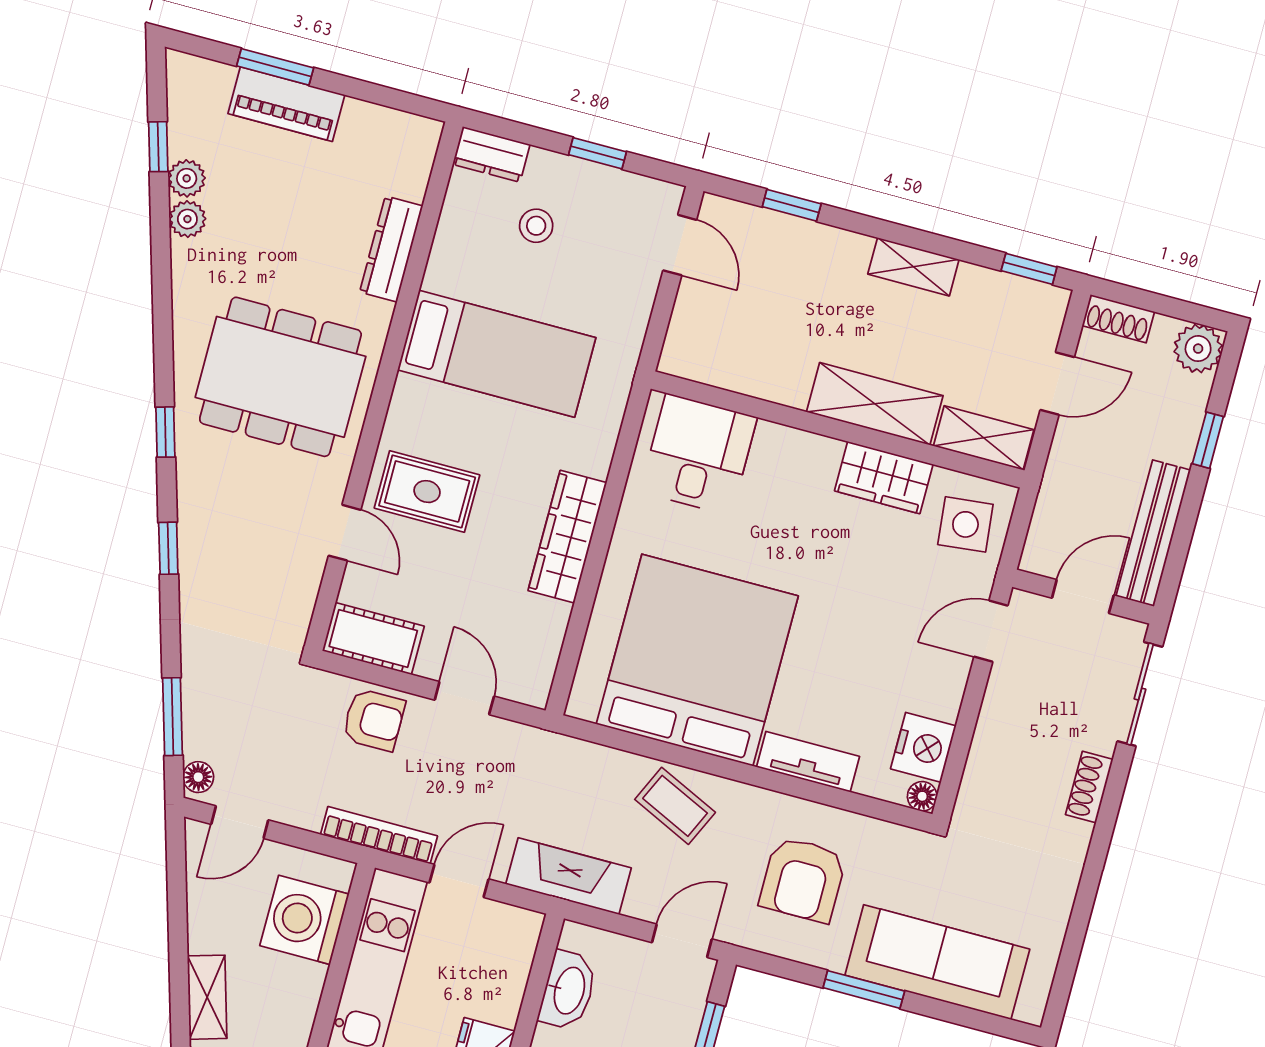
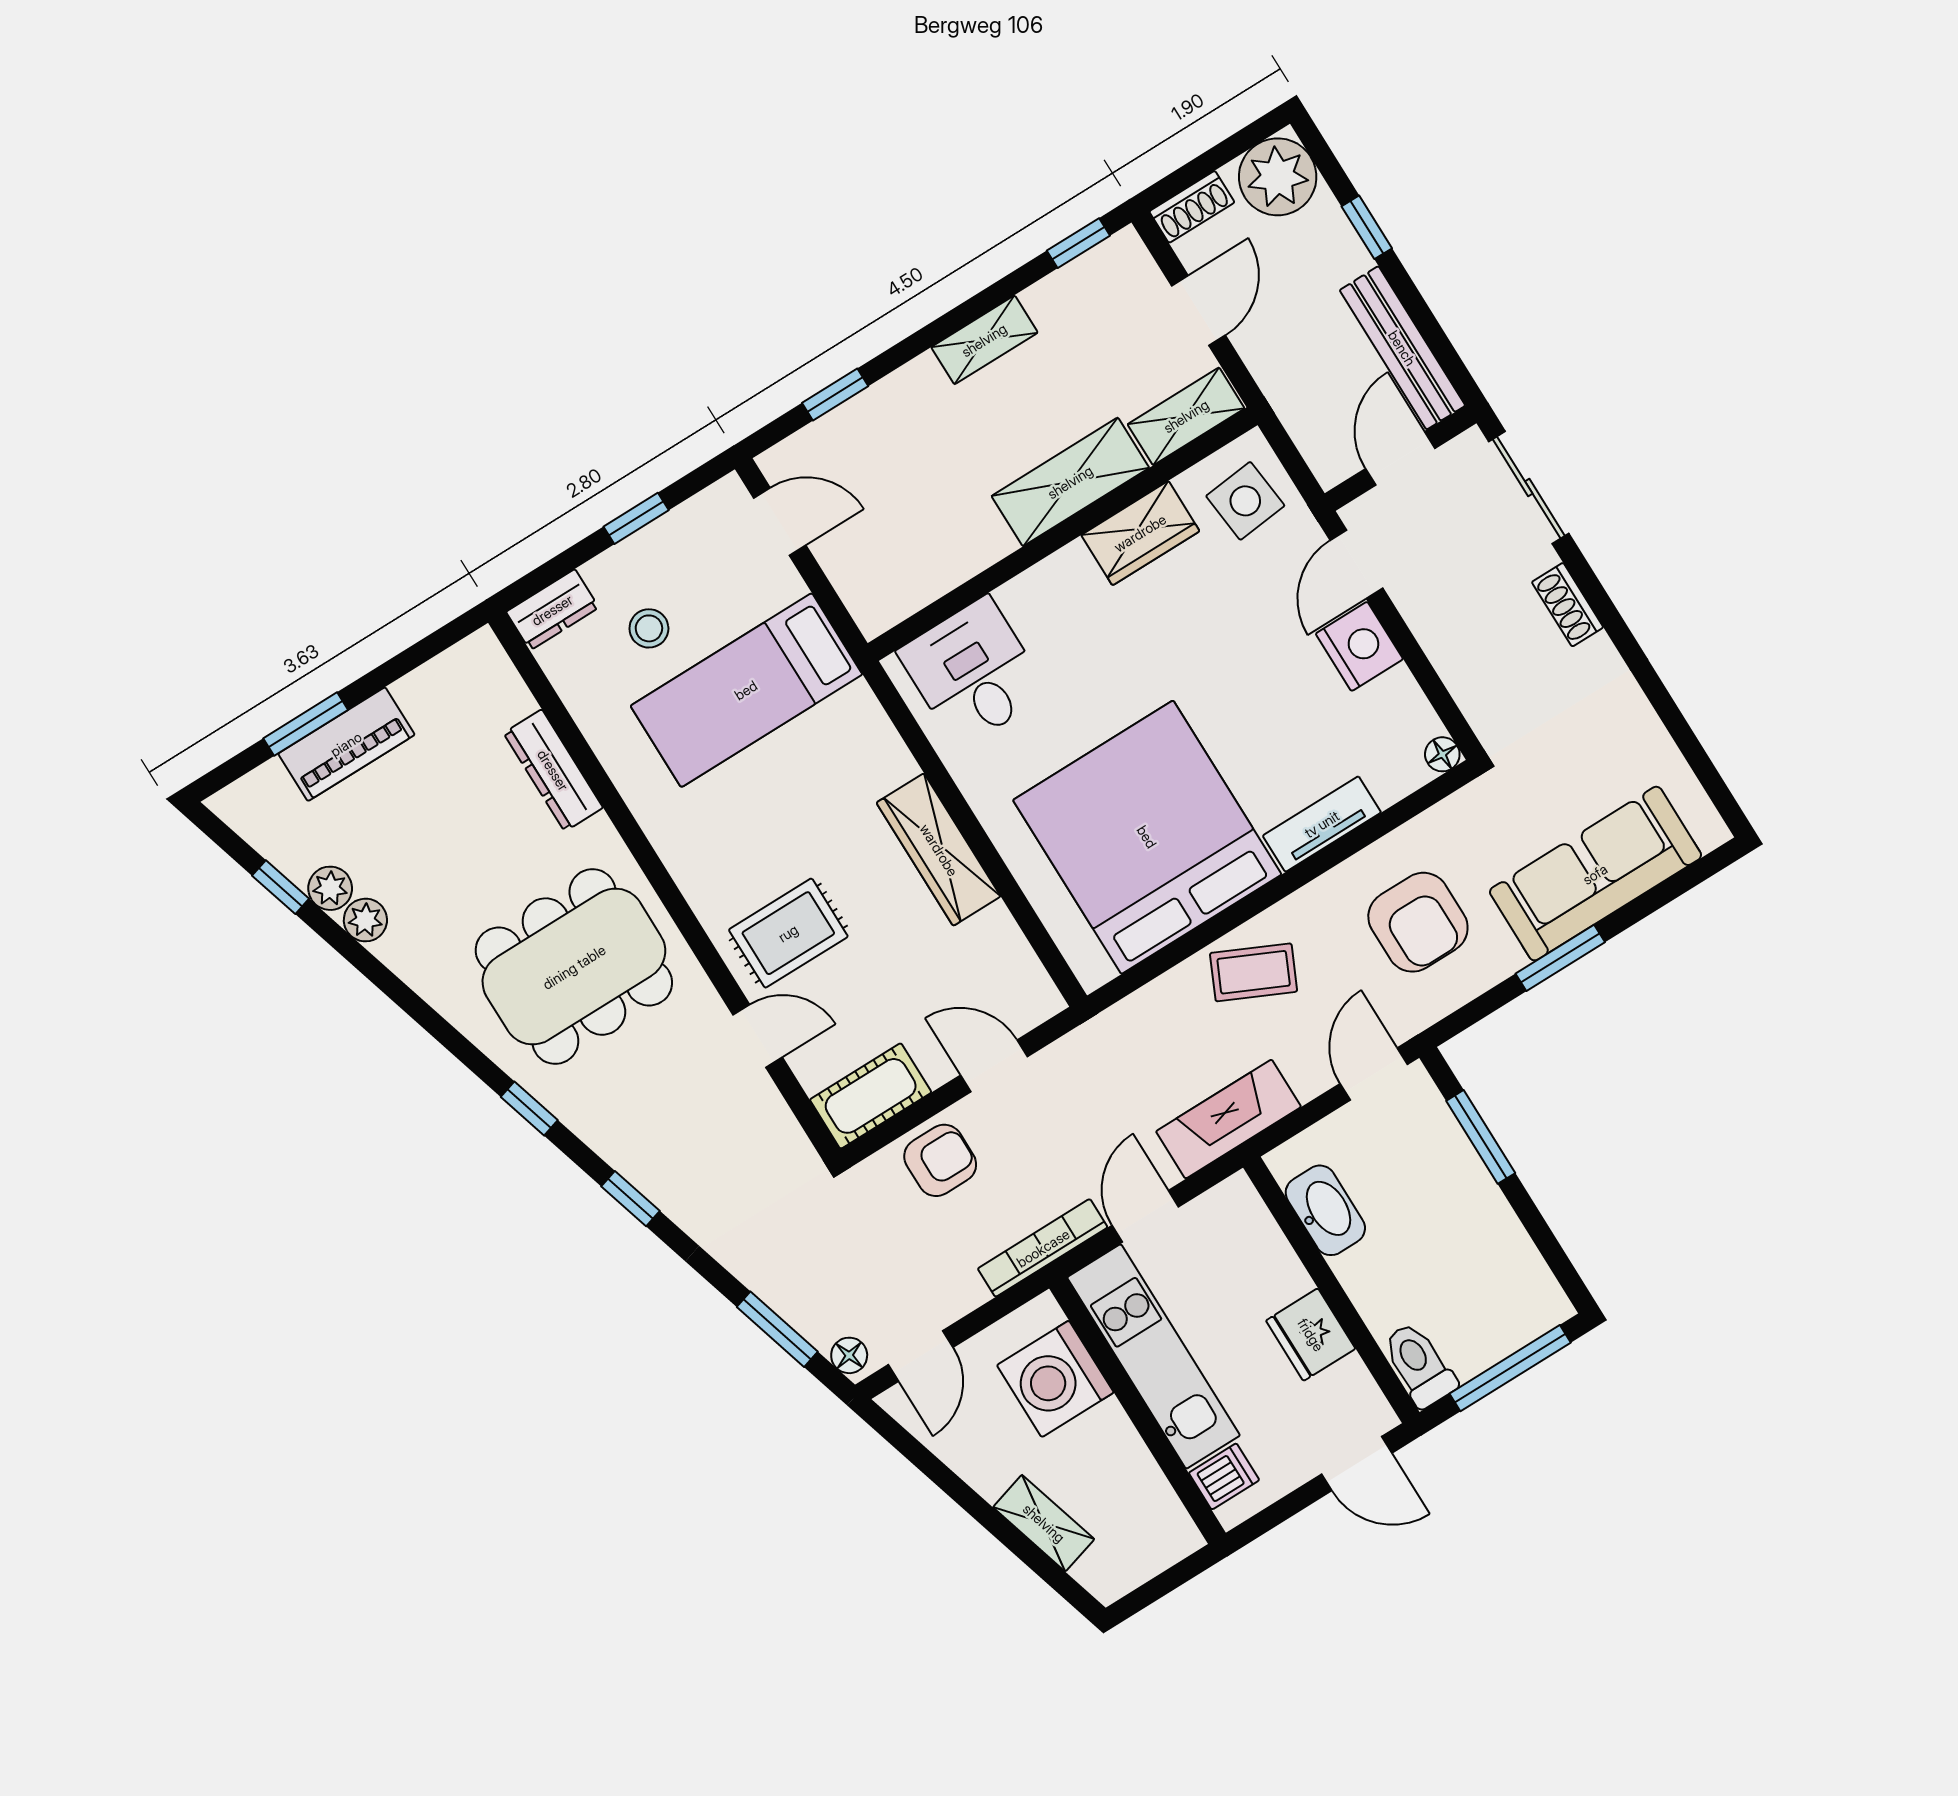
plant: (1198, 349) -> (1278, 177), width x1.36, depth x1.36
bed: (497, 354) -> (746, 690), moved, turned 180
nightstand: (923, 747) -> (1359, 646), moved

